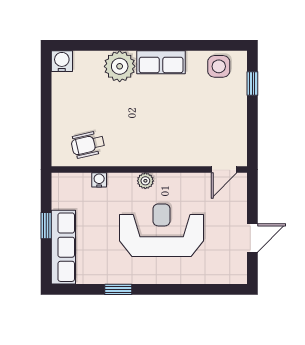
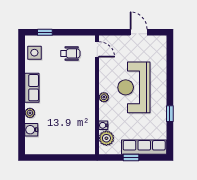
water cooler: (62, 61) -> (31, 130), moved
plant: (120, 66) -> (30, 113), width x0.53, depth x0.53
wheelchair: (88, 144) -> (70, 53), moved, turned -77
plant: (78, 185) -> (106, 138), added

